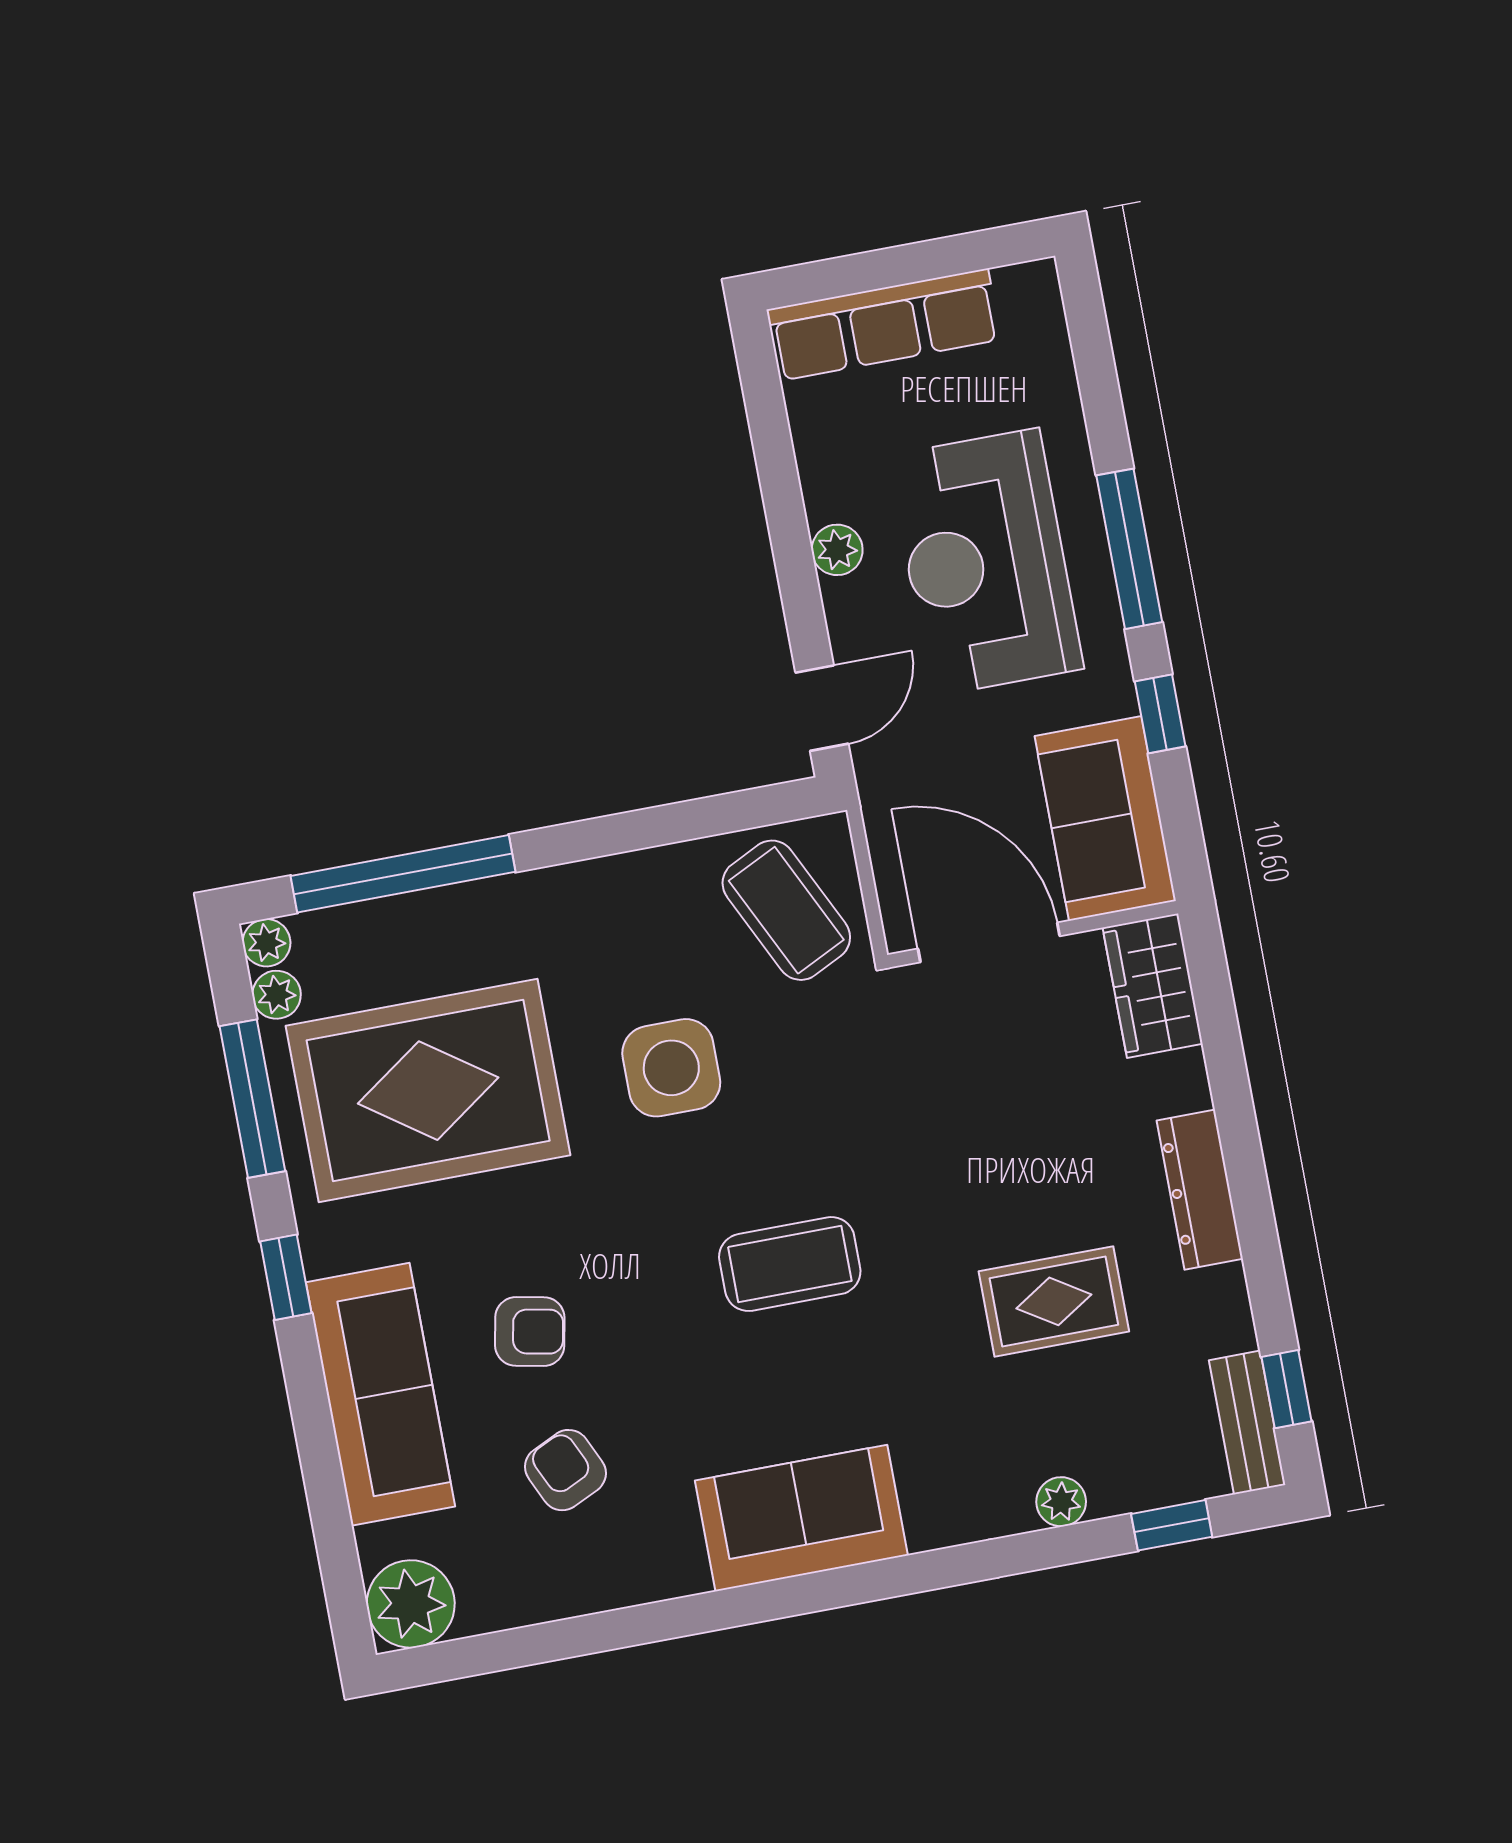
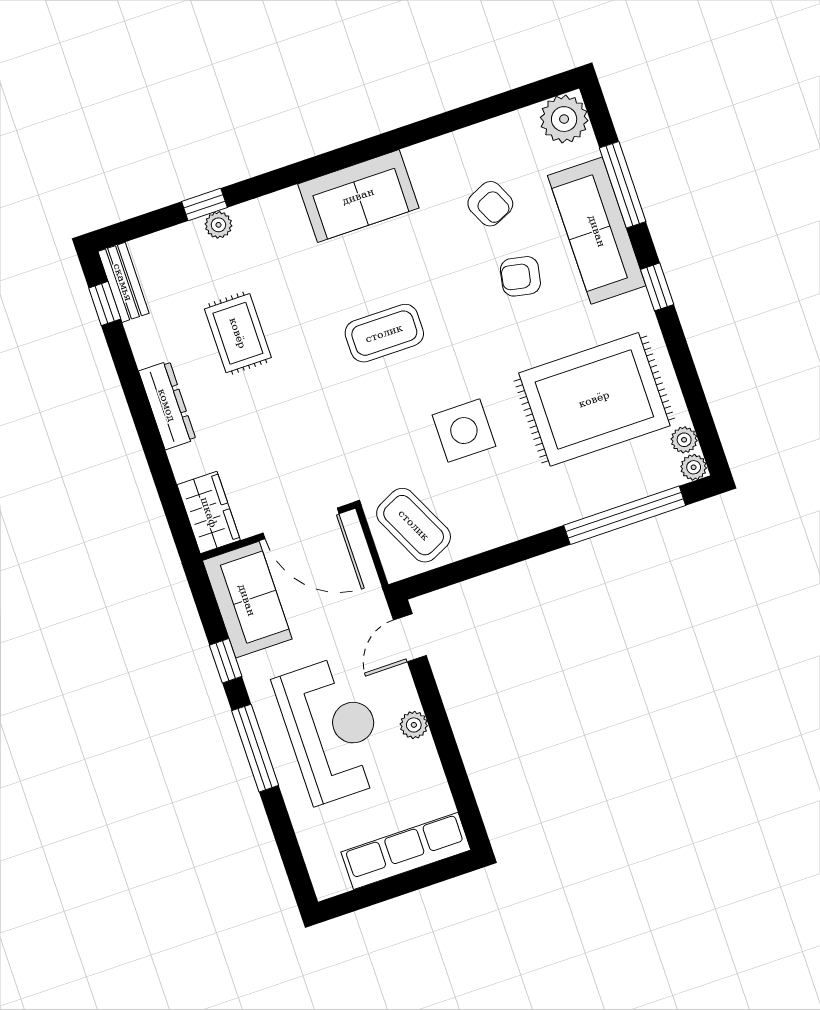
window: (252, 1099) -> (623, 185), moved
rug: (1054, 1301) -> (238, 333), turned 90
window: (1172, 1525) -> (204, 204), moved

